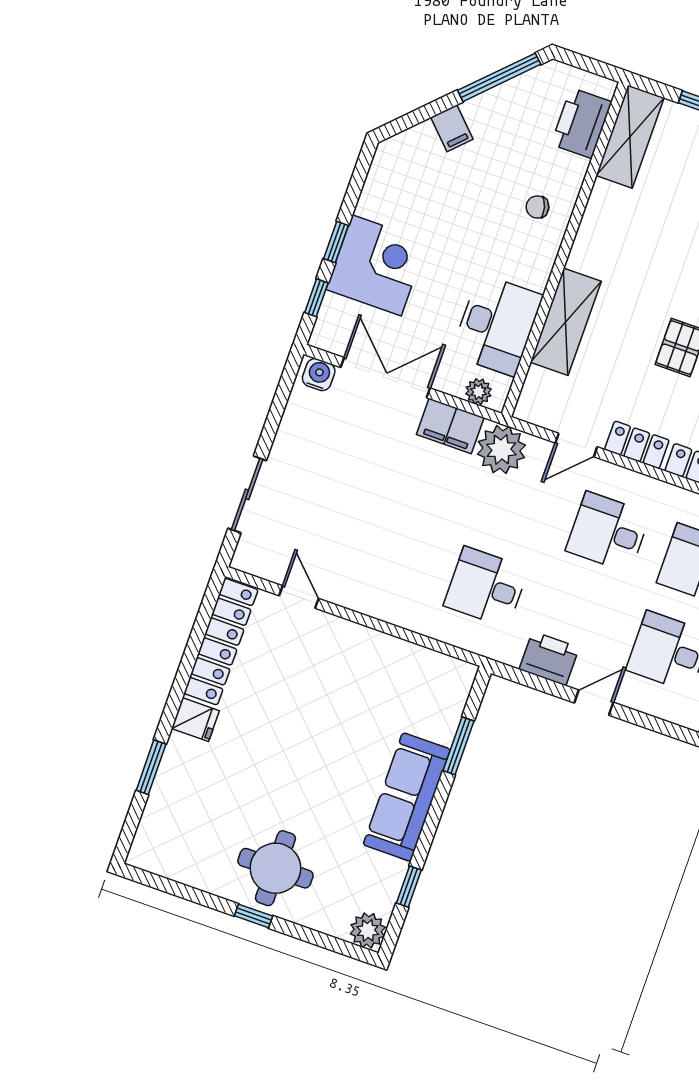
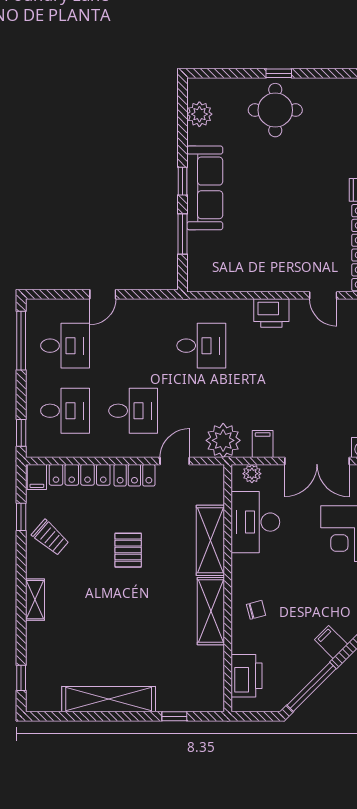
shelving: (630, 137) -> (211, 611), moved
filing cabinet: (450, 426) -> (263, 444), width x0.50
printer: (549, 659) -> (271, 313), moved
window: (409, 887) -> (182, 181), moved
plant: (368, 931) -> (199, 114), moved

